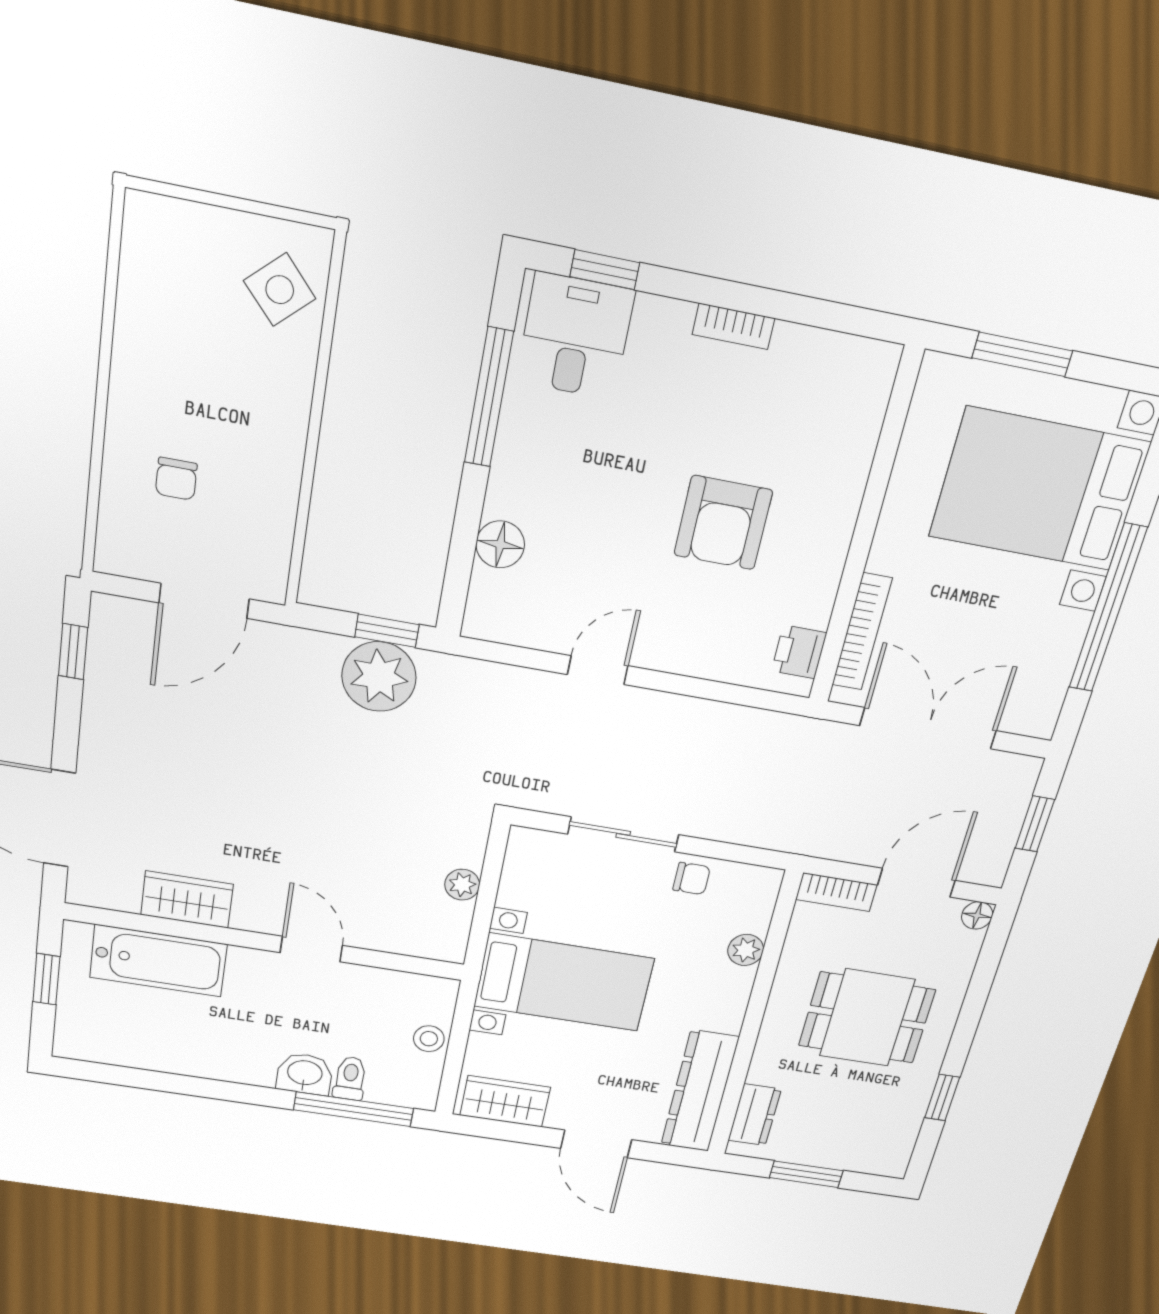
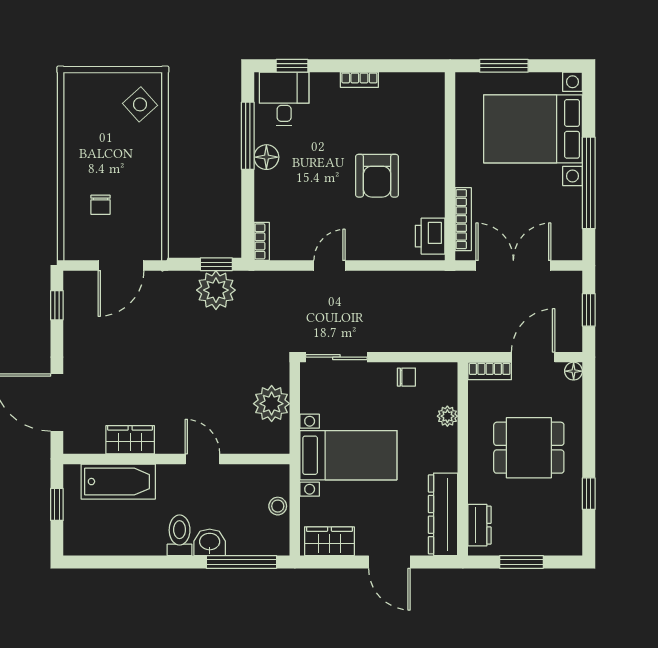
floor lamp: (500, 544) -> (266, 157), moved
bookcase: (480, 605) -> (262, 241), added
printer: (799, 652) -> (430, 236), width x1.36, depth x1.24
sliding door: (623, 834) -> (336, 357), moved
plant: (462, 885) -> (272, 404), width x1.87, depth x1.87
toilet: (350, 1078) -> (180, 535), moved, width x1.37, depth x1.39

